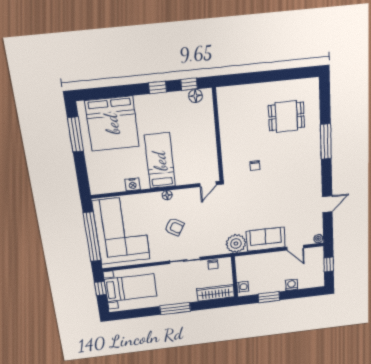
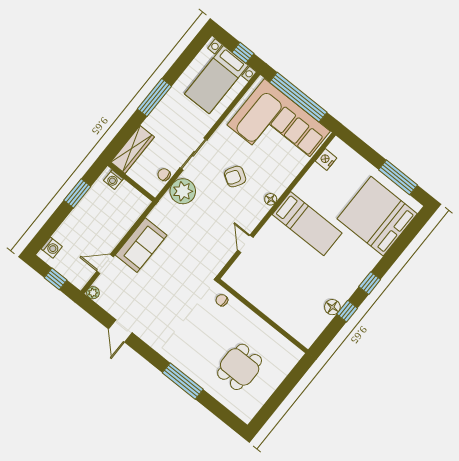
wall: (218, 135) -> (263, 316), moved
nightstand: (133, 184) -> (326, 159), moved
plant: (236, 244) -> (183, 191), moved
washing machine: (291, 285) -> (52, 248), moved

